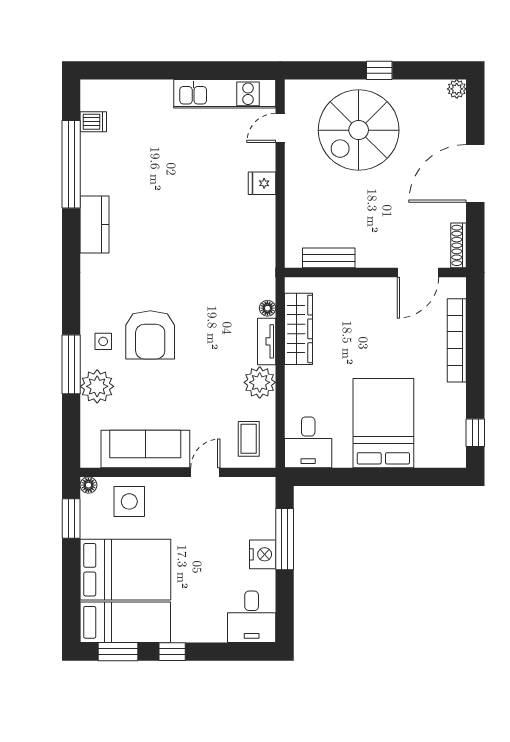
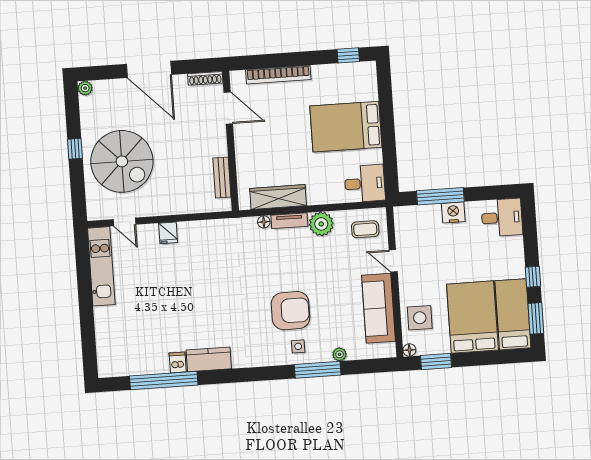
dishwasher: (93, 122) -> (178, 362), moved
plant: (97, 386) -> (340, 354), width x0.53, depth x0.53

